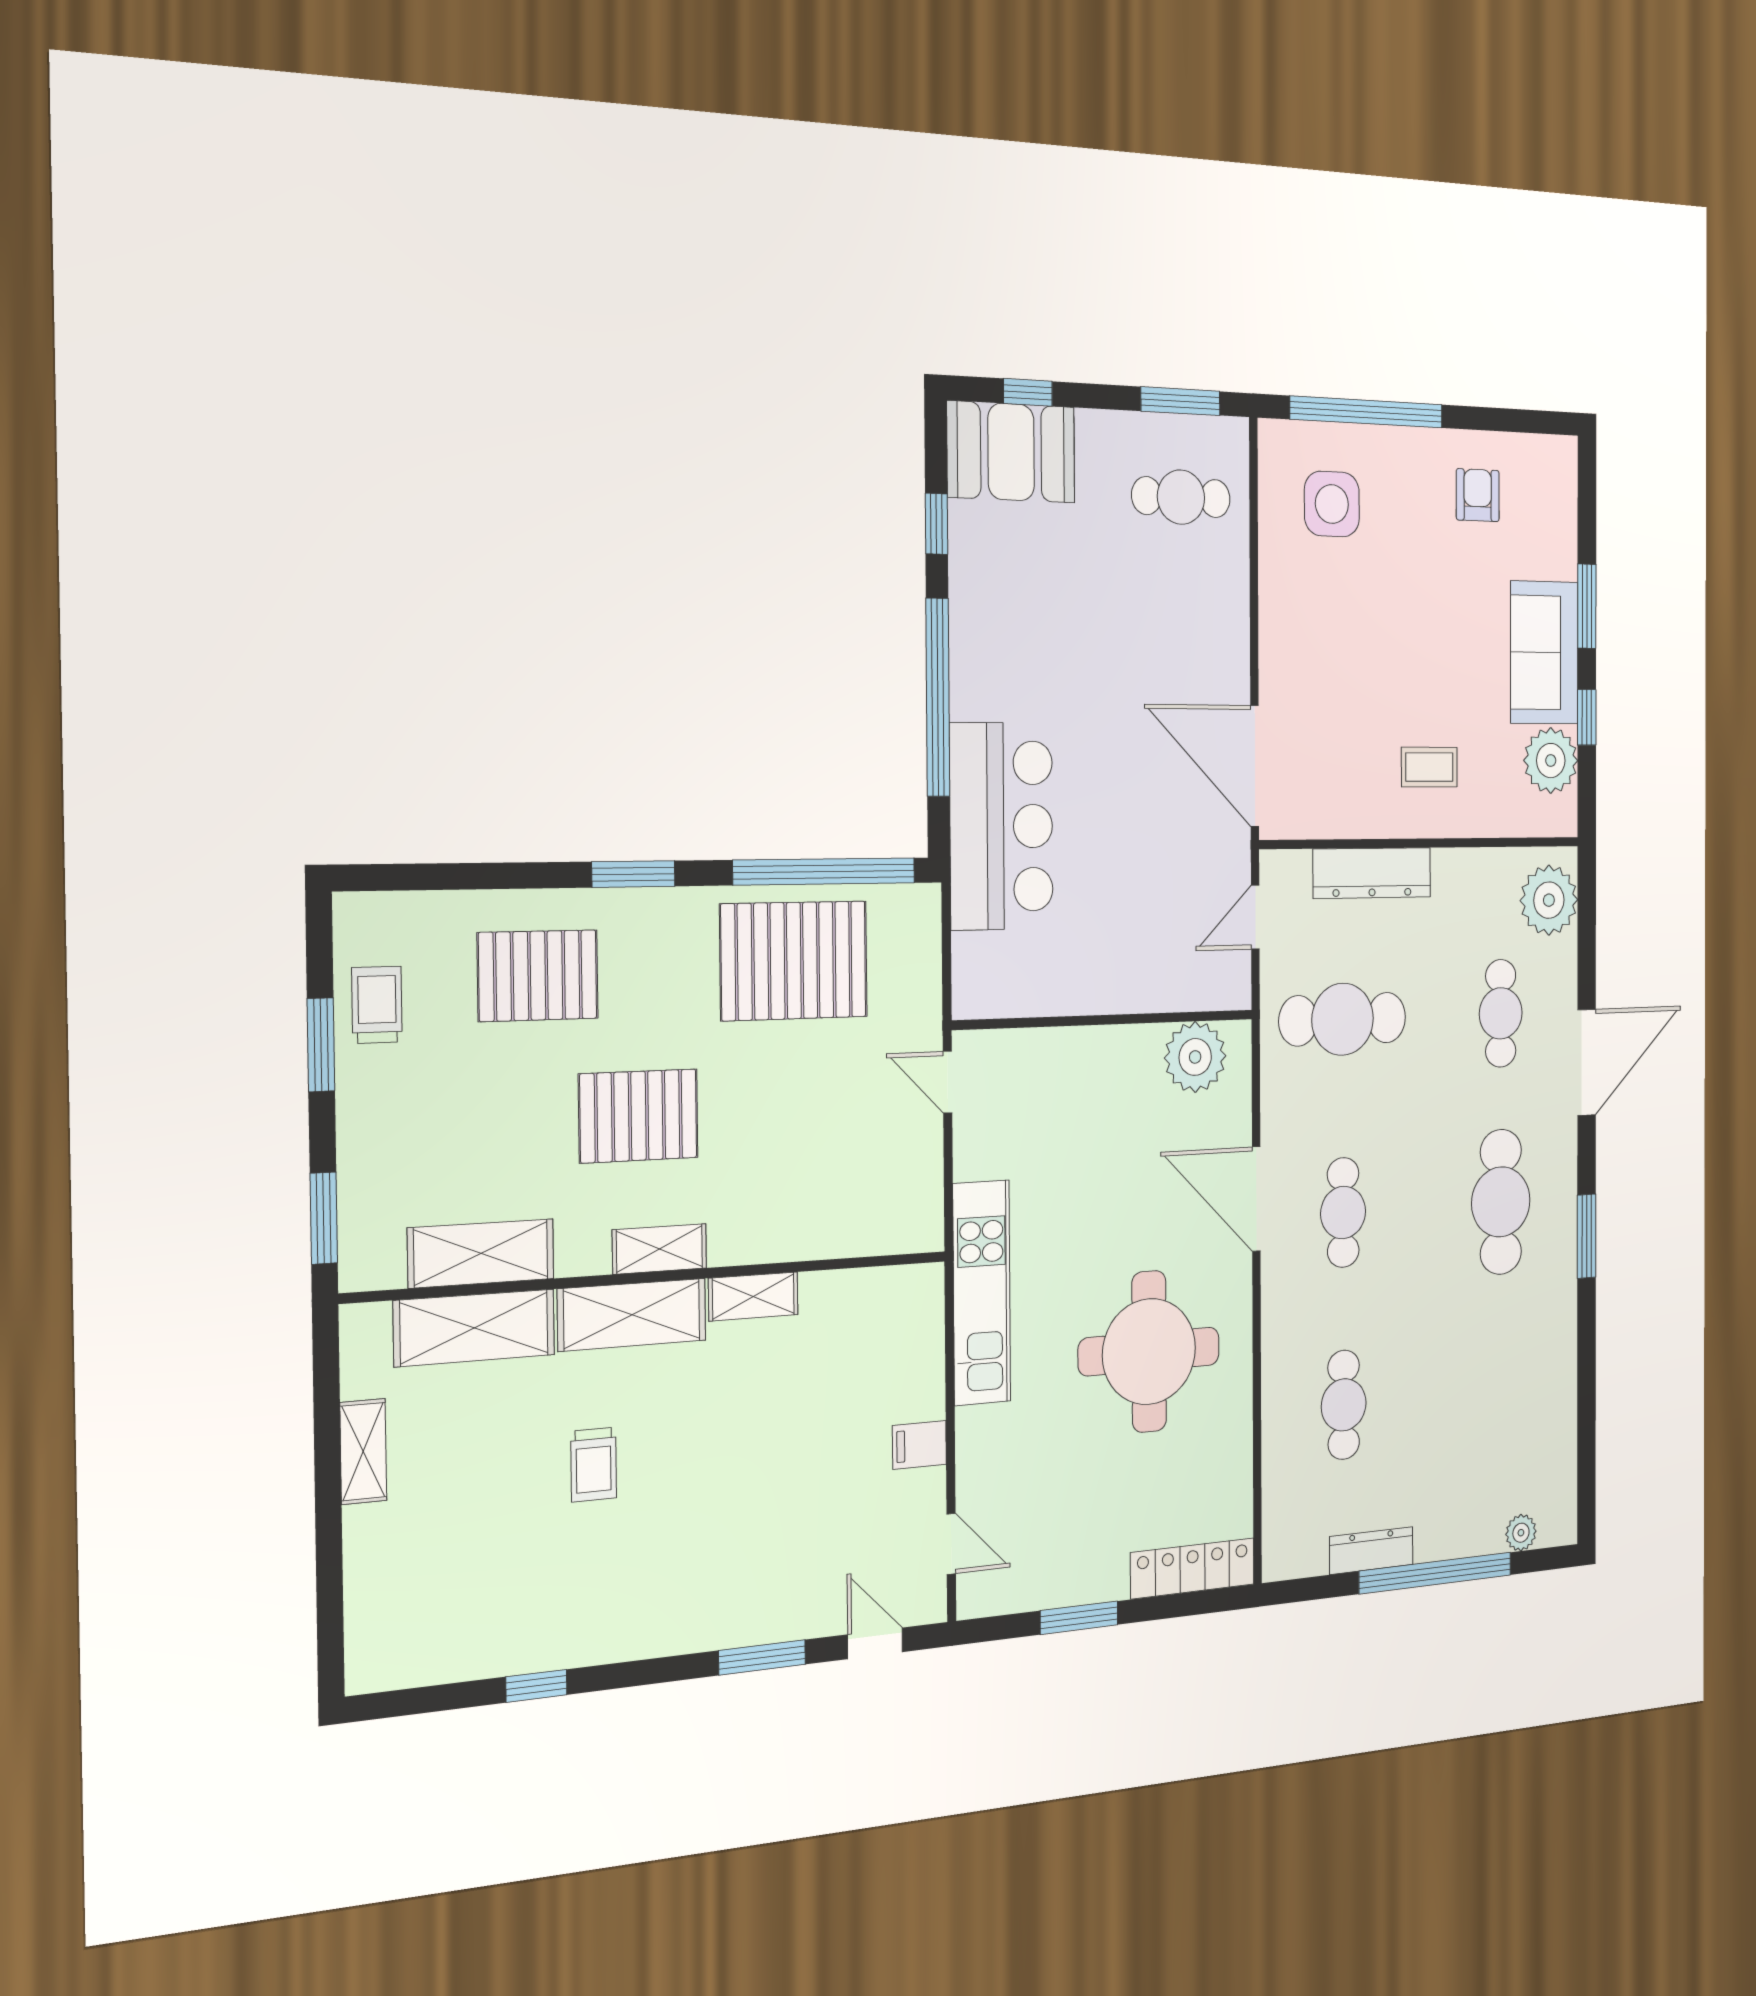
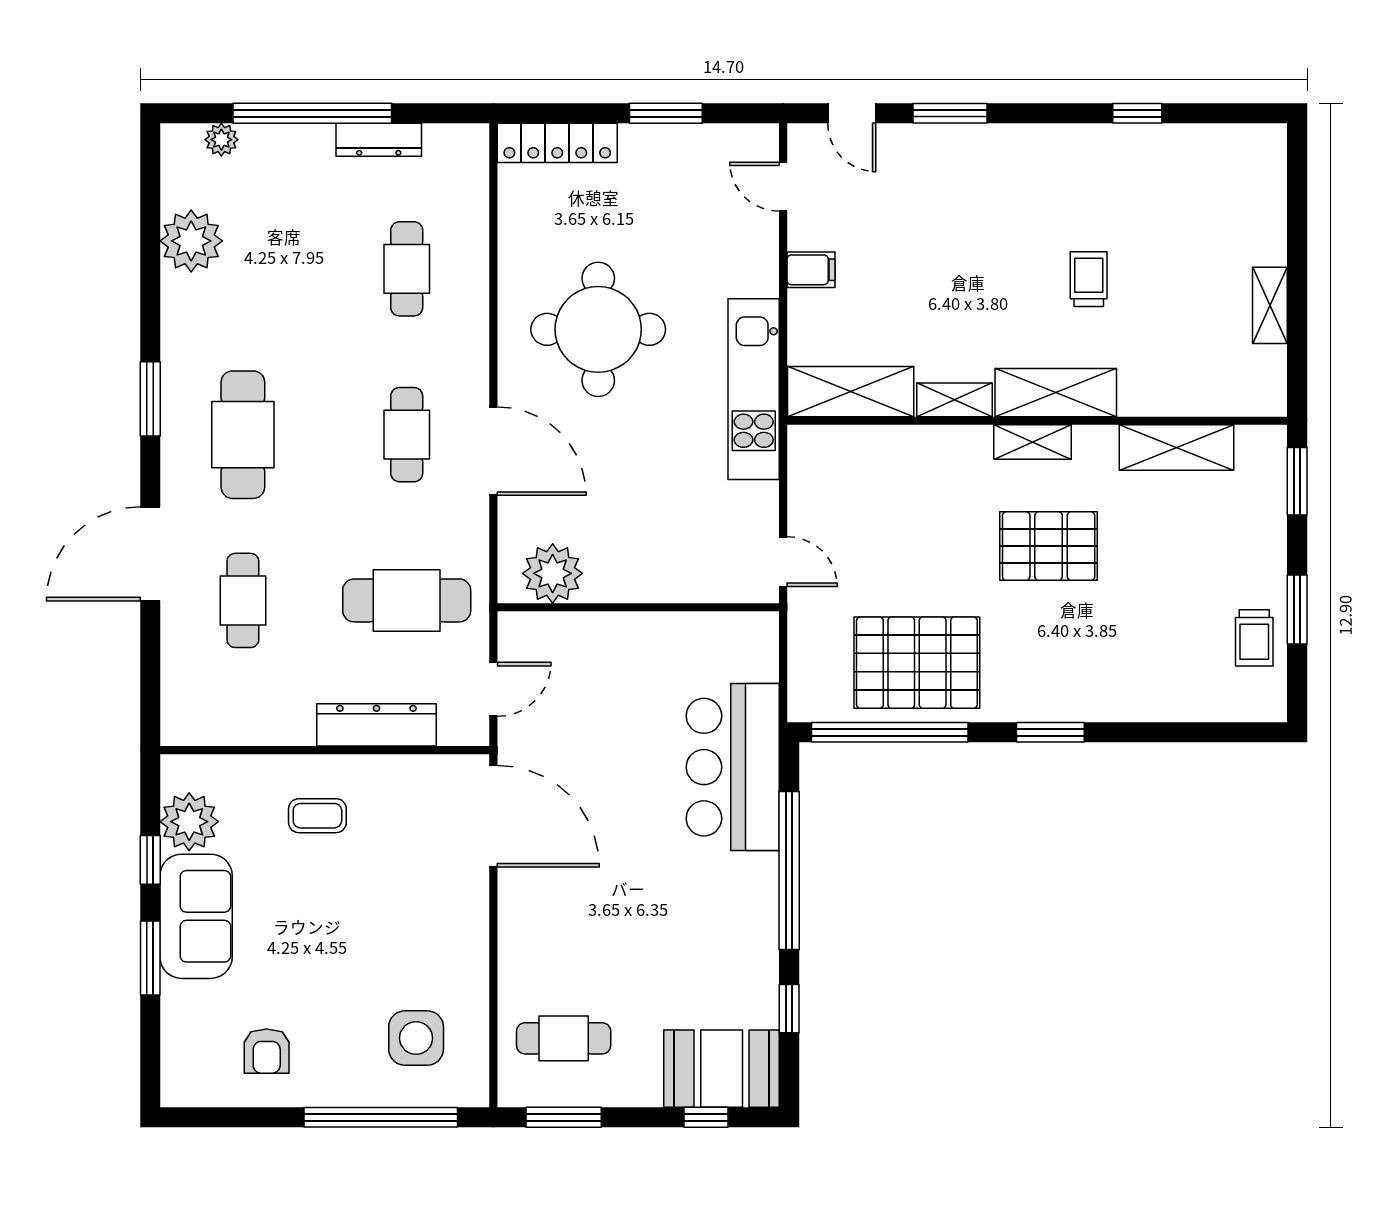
plant: (1549, 900) -> (191, 241), moved
pallet: (538, 976) -> (1128, 656), removed
shelving: (474, 1328) -> (851, 392), moved

